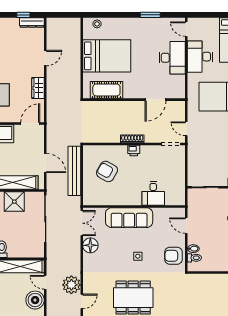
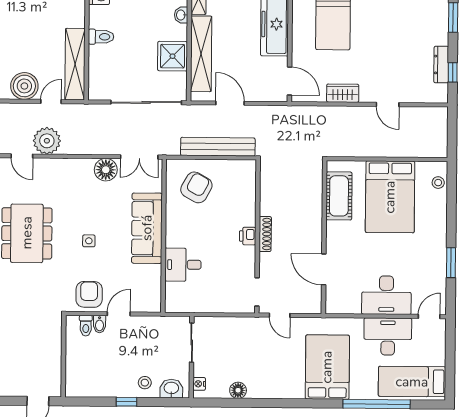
dresser: (32, 23) -> (441, 65), moved
door: (186, 129) -> (280, 315), swing flipped
door: (45, 163) -> (230, 103), swing flipped
armchair: (107, 171) -> (196, 187), moved
door: (186, 226) -> (119, 314), moved

